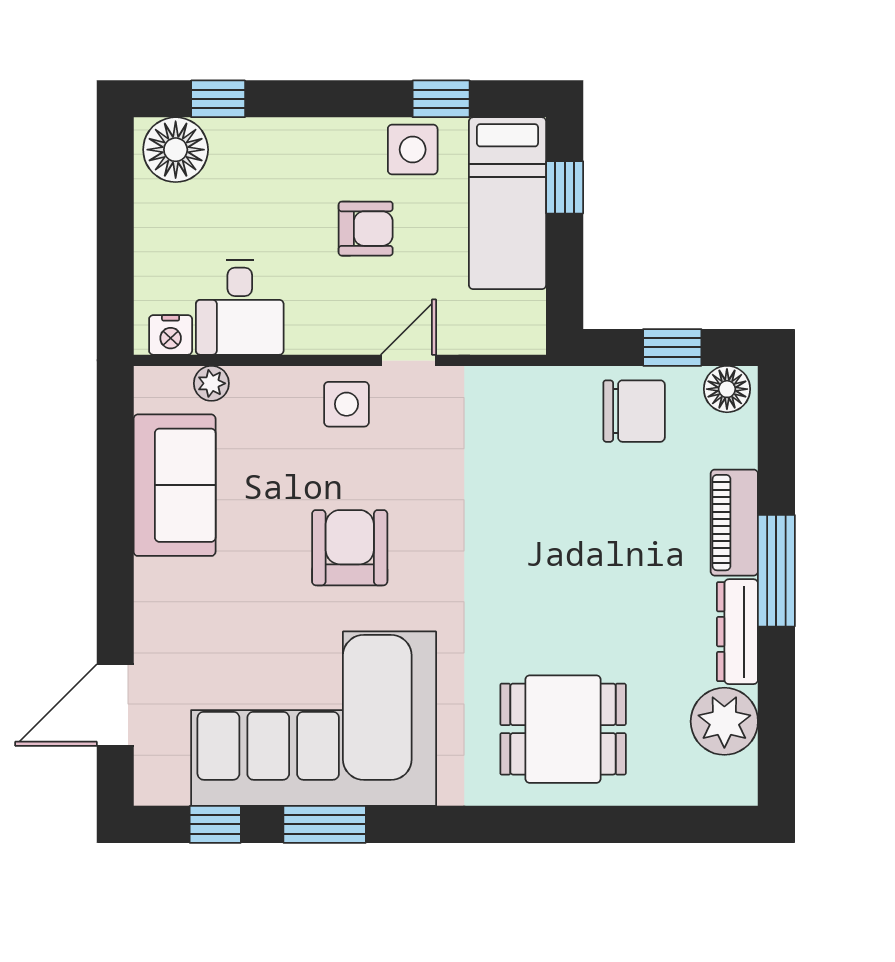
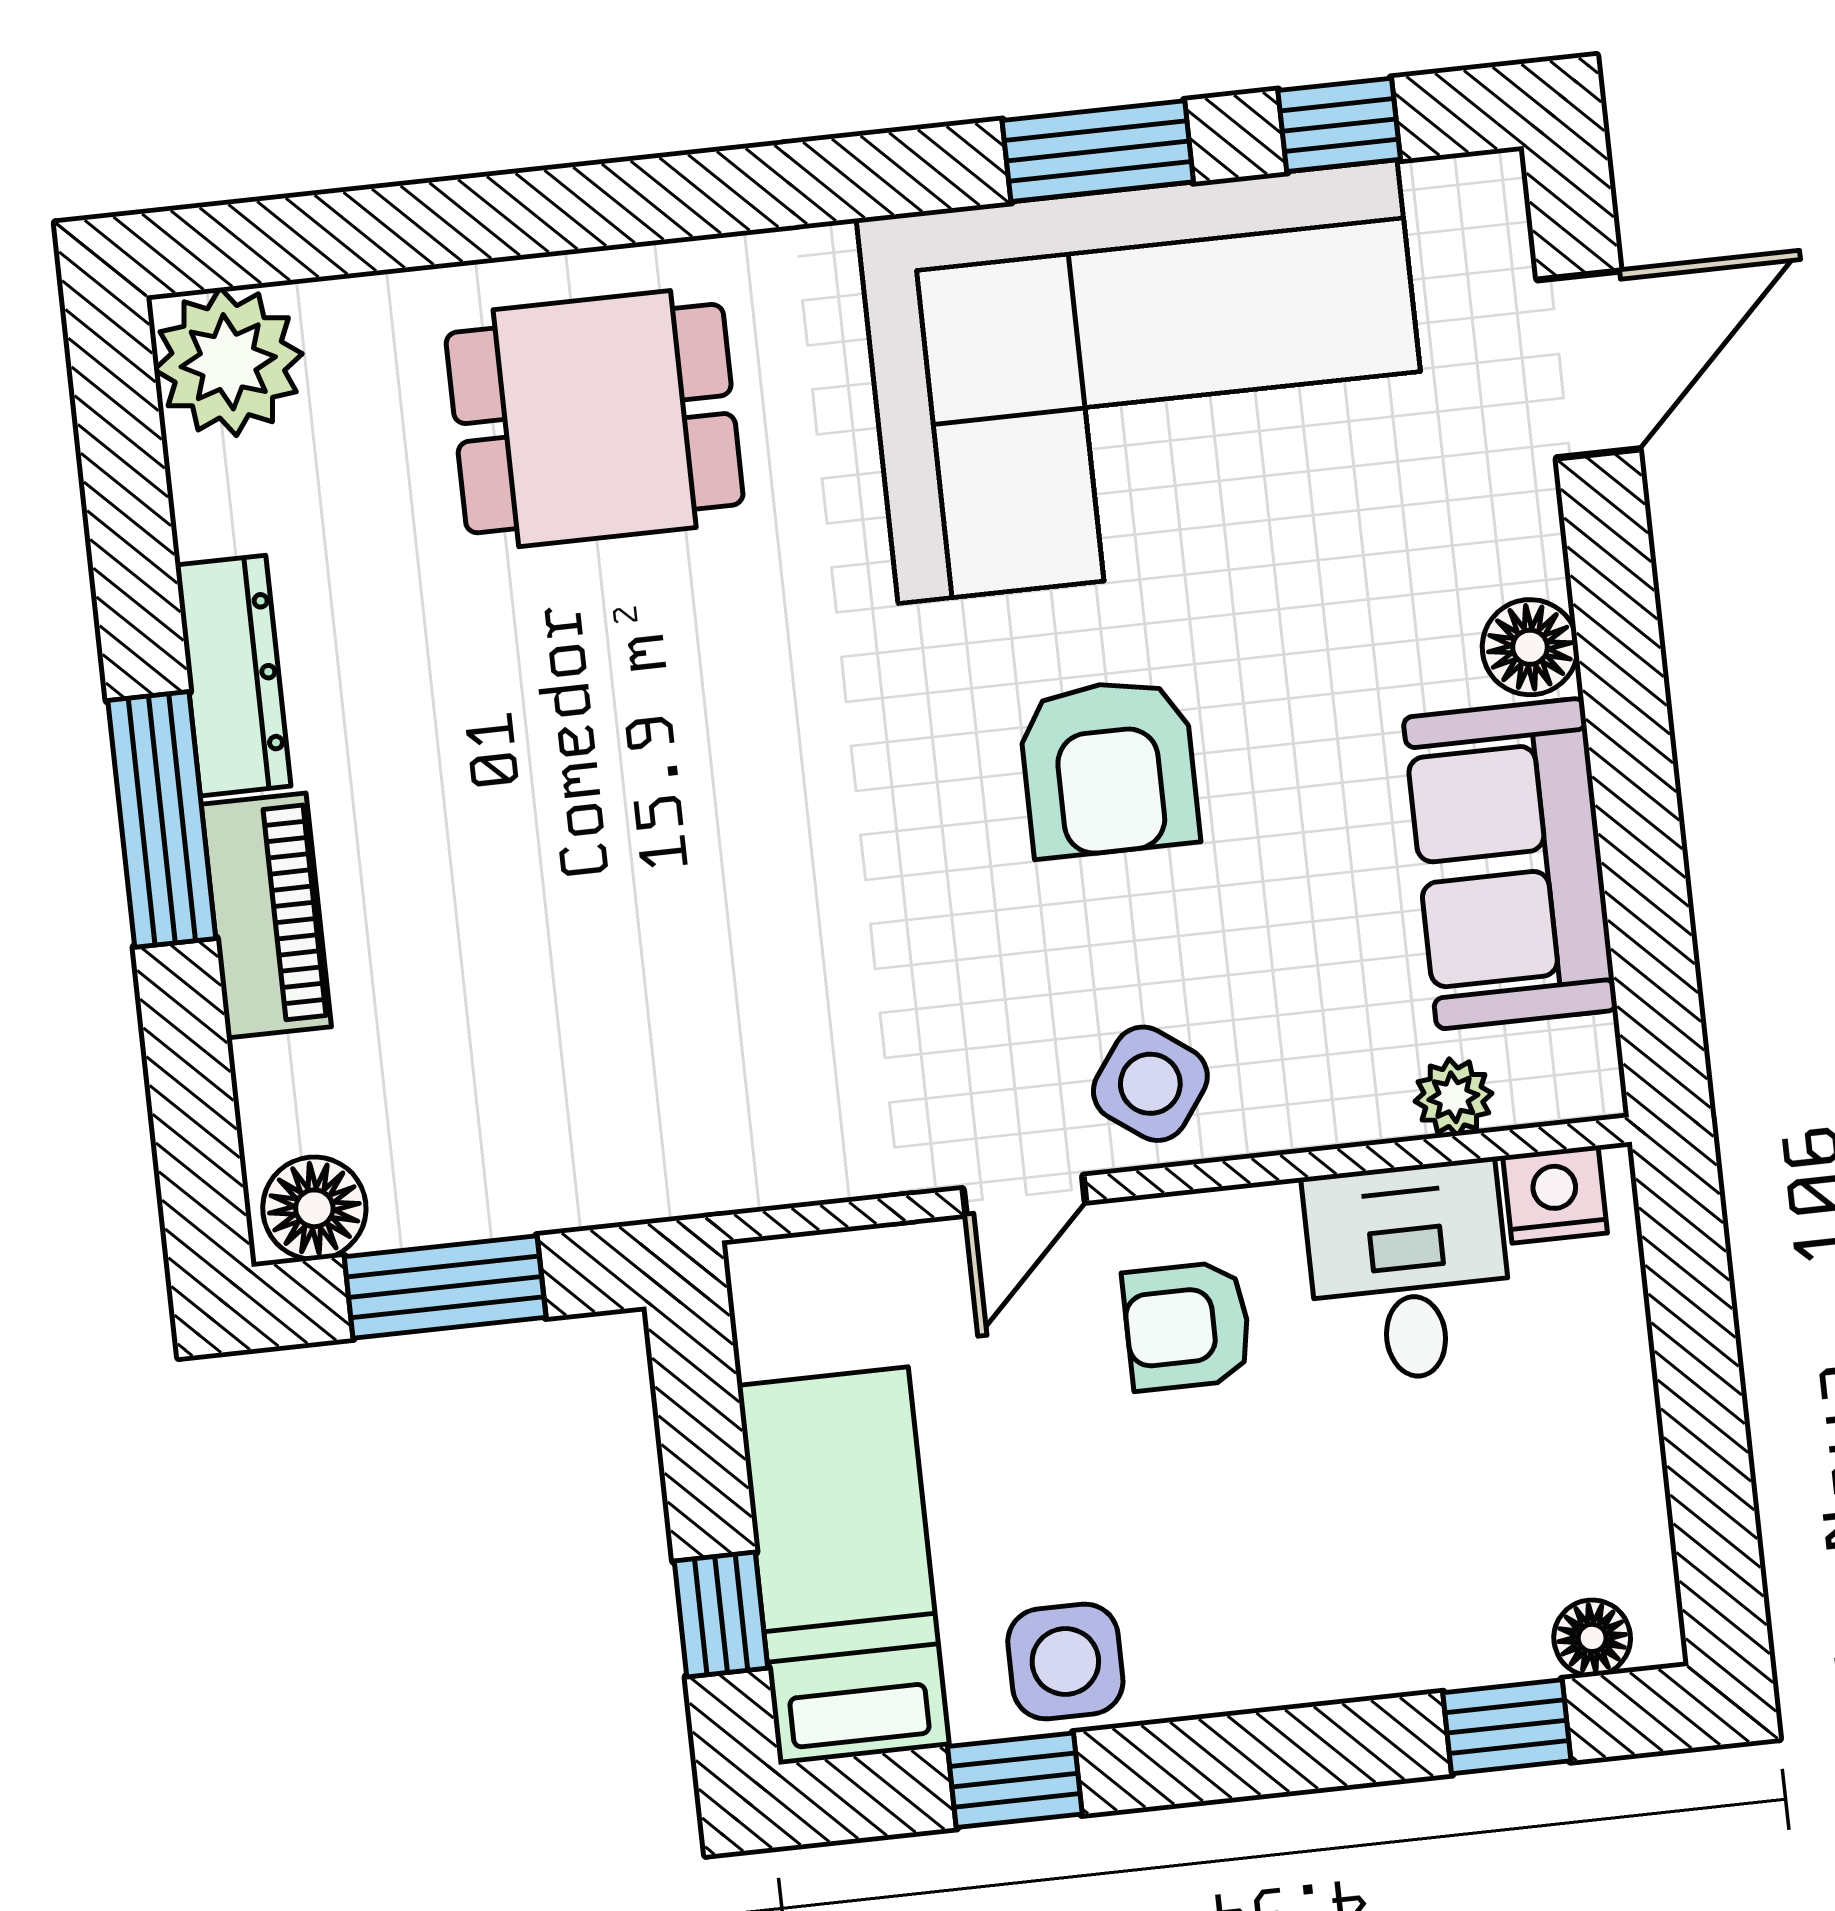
floor lamp: (176, 150) -> (1592, 1638), width x0.53, depth x0.53
armchair: (366, 229) -> (1187, 1326), moved
window: (672, 347) -> (445, 1287), width x1.50
side table: (346, 404) -> (1150, 1084), turned 36
chair: (634, 411) -> (514, 1138), removed
floor lamp: (155, 581) -> (1530, 647), added
plant: (724, 721) -> (228, 362), moved

